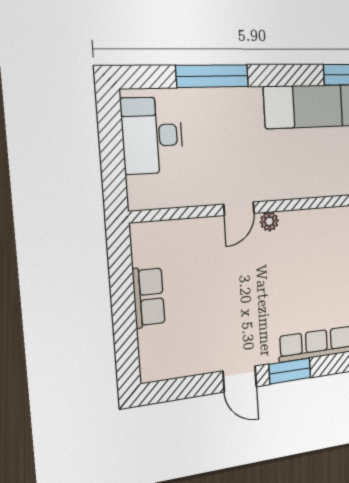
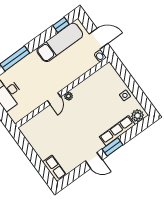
row of seats: (149, 297) -> (54, 168), moved

